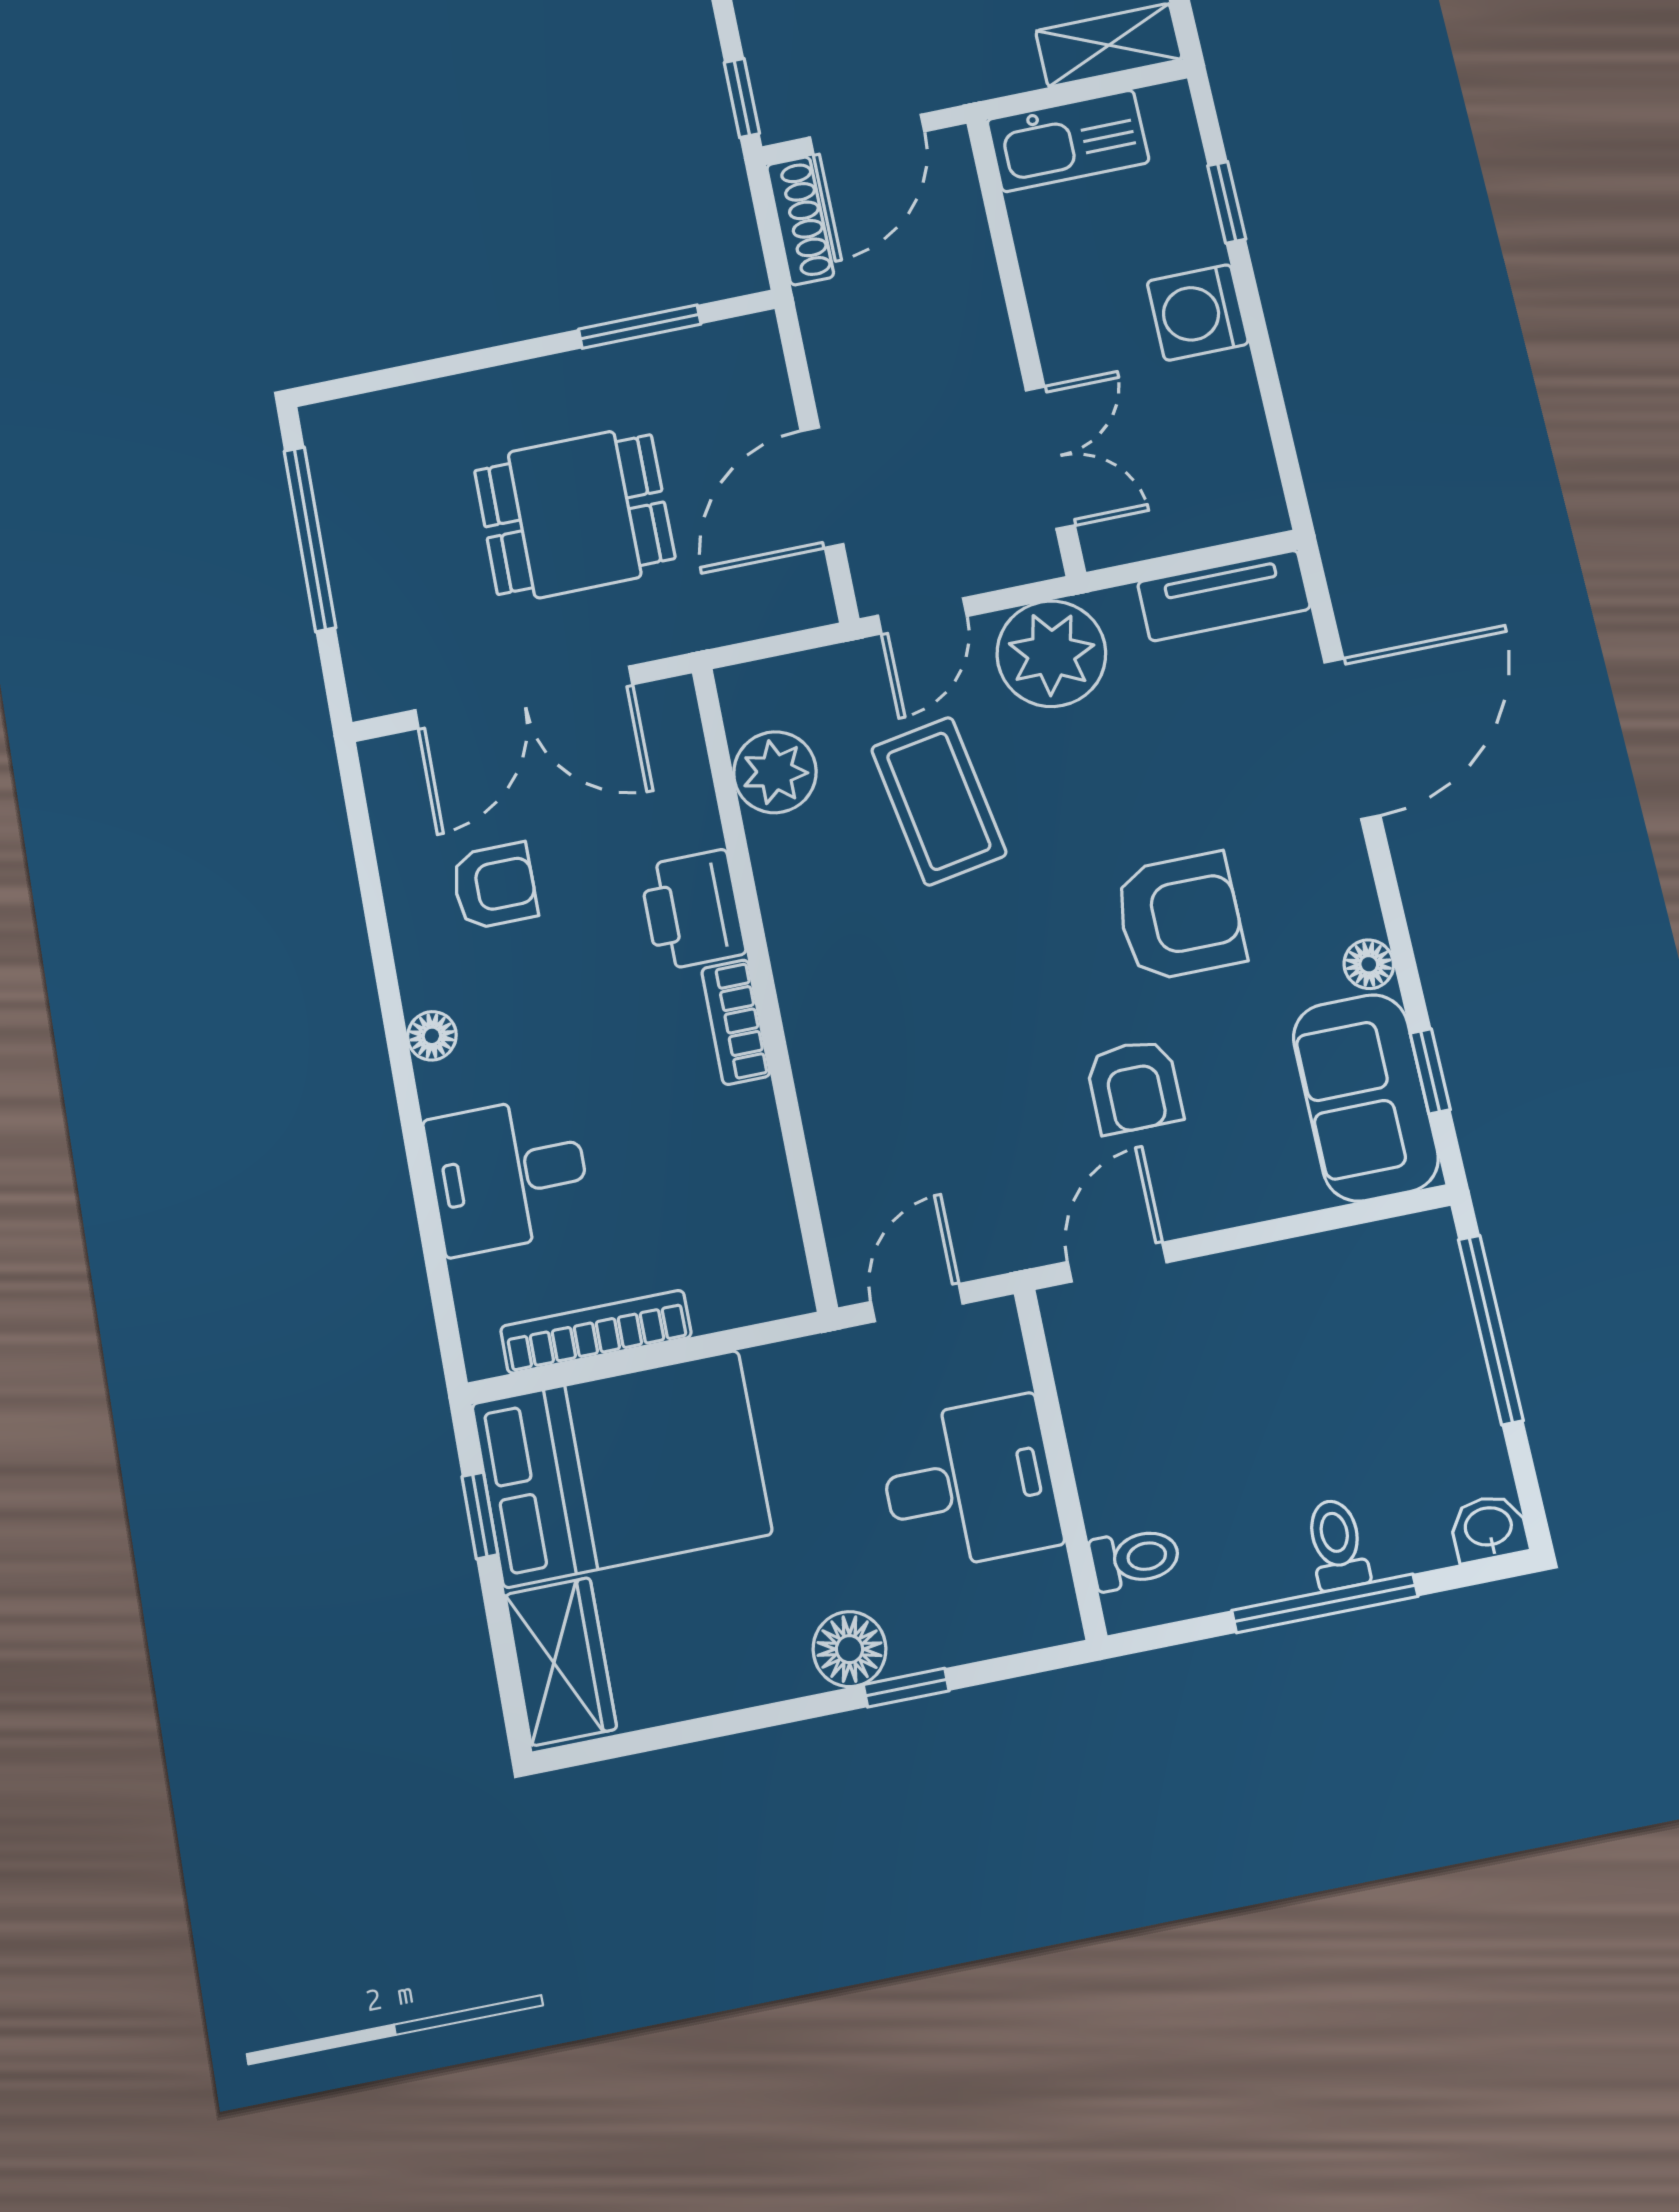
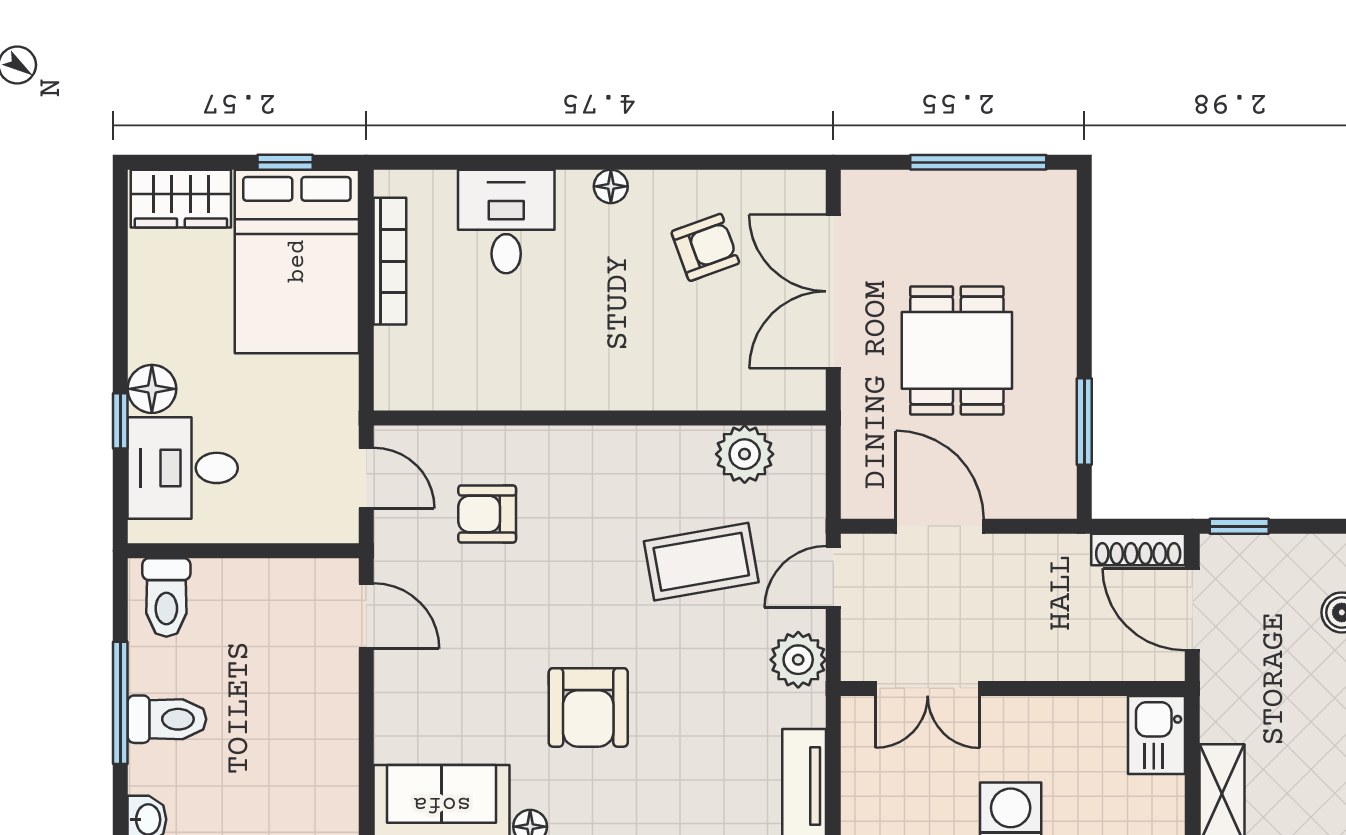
kitchen sink: (1068, 141) -> (1157, 735), width x0.73
door: (922, 616) -> (833, 577), hinge flipped
plant: (1051, 654) -> (798, 660), width x0.73, depth x0.73
armchair: (494, 886) -> (705, 247), turned -110
printer: (692, 910) -> (661, 379), removed
bookcase: (736, 1022) -> (578, 394), removed
armchair: (1134, 1086) -> (487, 514), moved
desk: (969, 1484) -> (183, 468), moved, turned 90
toilet: (1337, 1544) -> (167, 719), width x1.37, depth x1.39
toilet: (1135, 1558) -> (166, 597), width x1.37, depth x1.39

